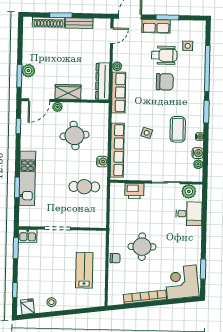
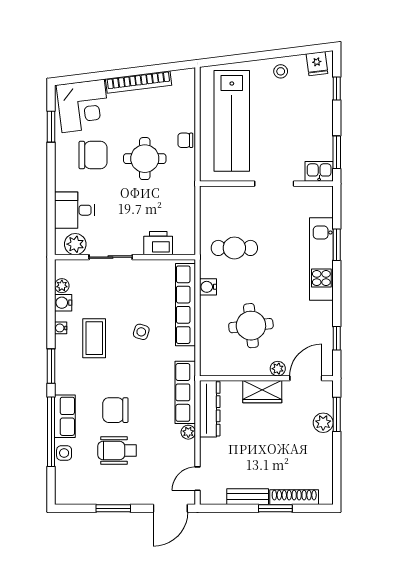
row of seats: (156, 26) -> (65, 416), moved, turned 90
side table: (188, 46) -> (64, 453), moved
chair: (176, 250) -> (93, 155), added
lab bench: (84, 270) -> (232, 121), width x1.86, depth x1.39

